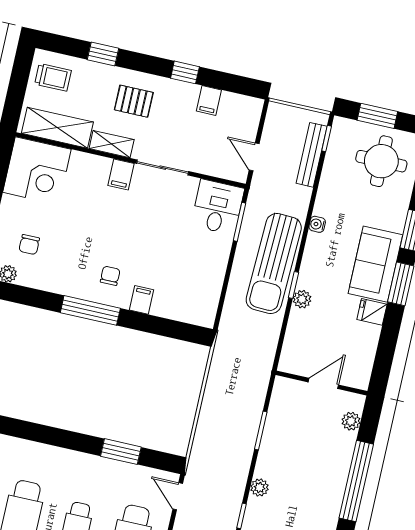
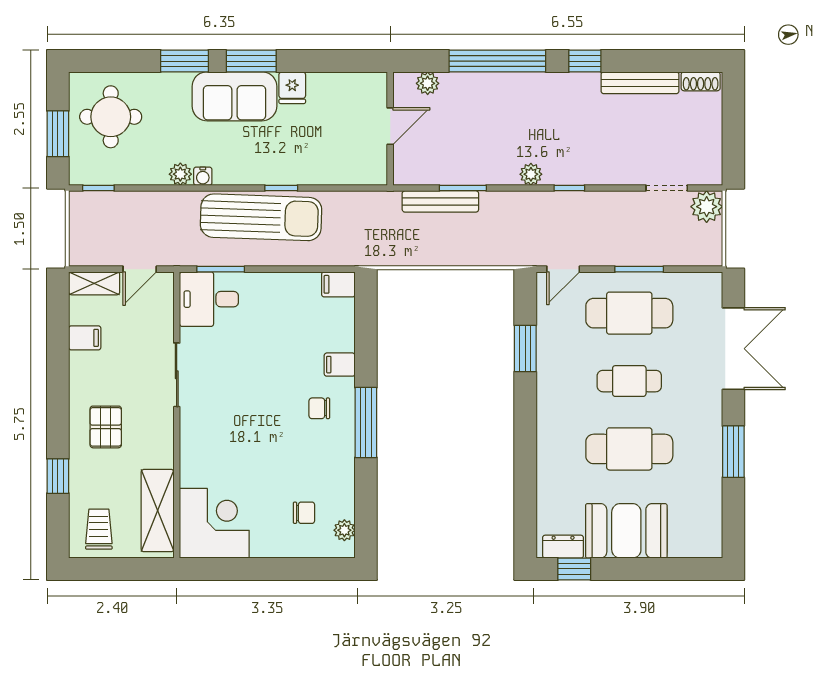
window: (185, 72) -> (58, 374), removed
shelving: (112, 144) -> (94, 283), moved, turned 90
bench: (312, 155) -> (440, 201), moved
filing cabinet: (121, 175) -> (338, 284), moved, turned 180
plant: (302, 299) -> (180, 174), moved
door: (323, 383) -> (390, 126), swing flipped

